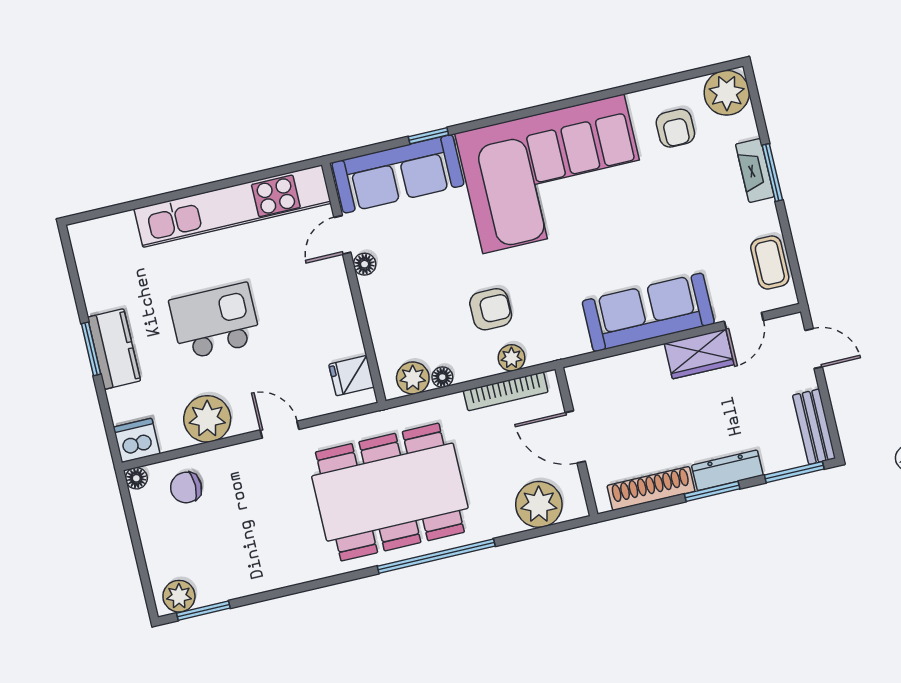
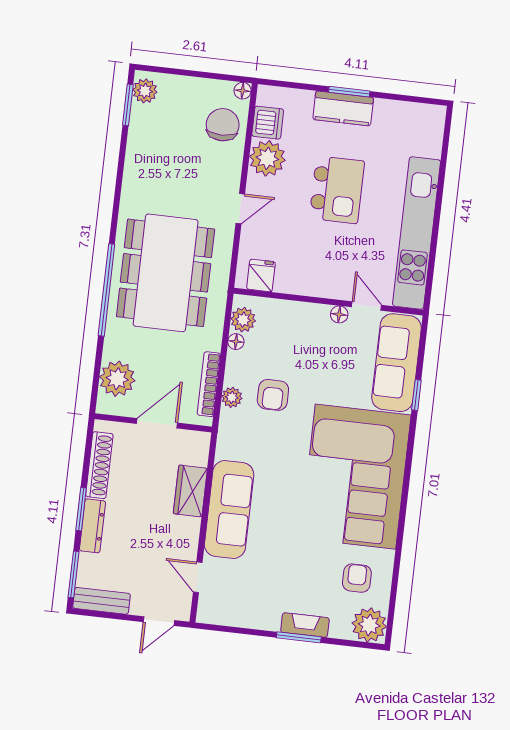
armchair: (675, 128) -> (357, 578), turned 90
coffee table: (770, 263) -> (234, 612), removed
wardrobe: (699, 354) -> (190, 491), moved
dishwasher: (137, 440) -> (268, 123), moved
chair: (186, 488) -> (223, 125), width x1.37, depth x1.37

